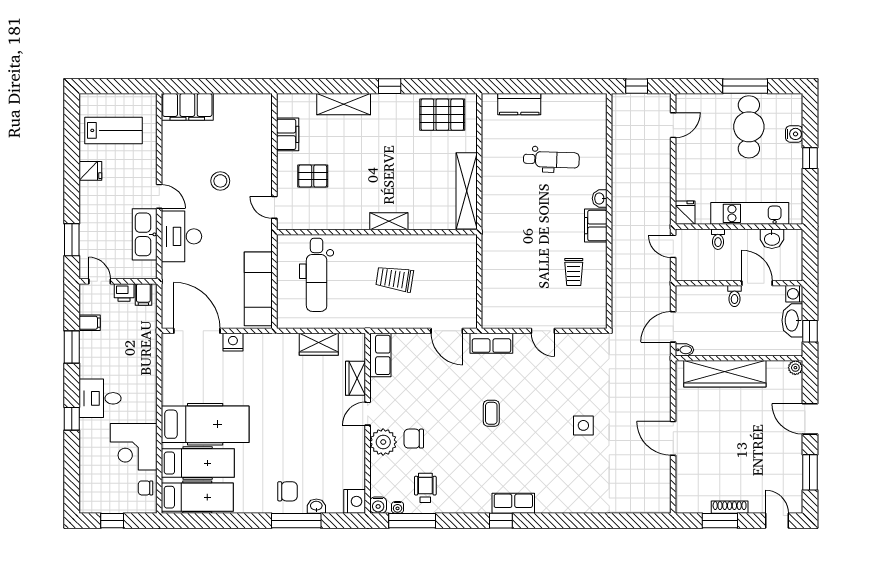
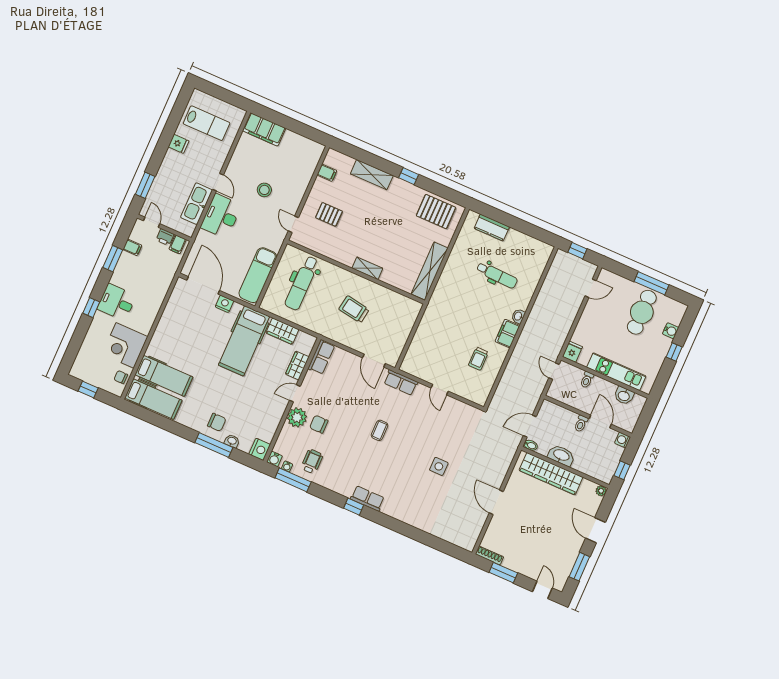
filing cabinet: (288, 134) -> (327, 173), width x0.50
washbasin: (792, 320) -> (561, 455), moved, turned 90
hospital bed: (205, 424) -> (244, 341), moved, turned 90
shoe rack: (730, 507) -> (489, 555), moved

